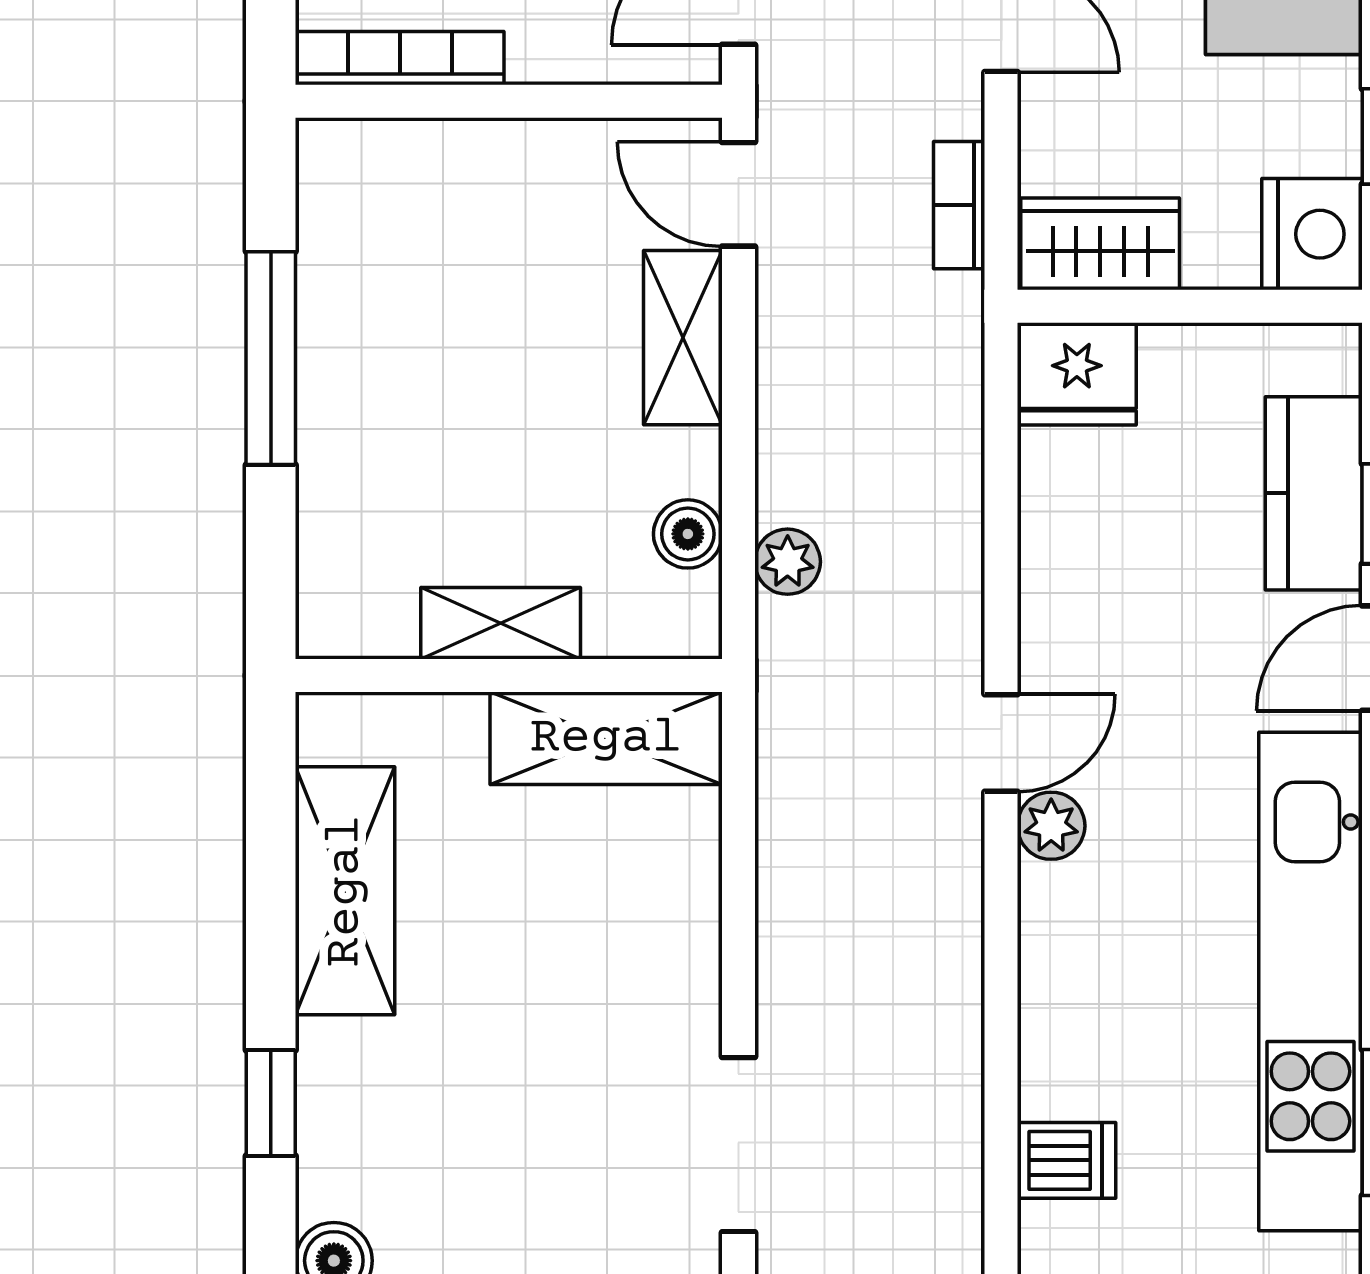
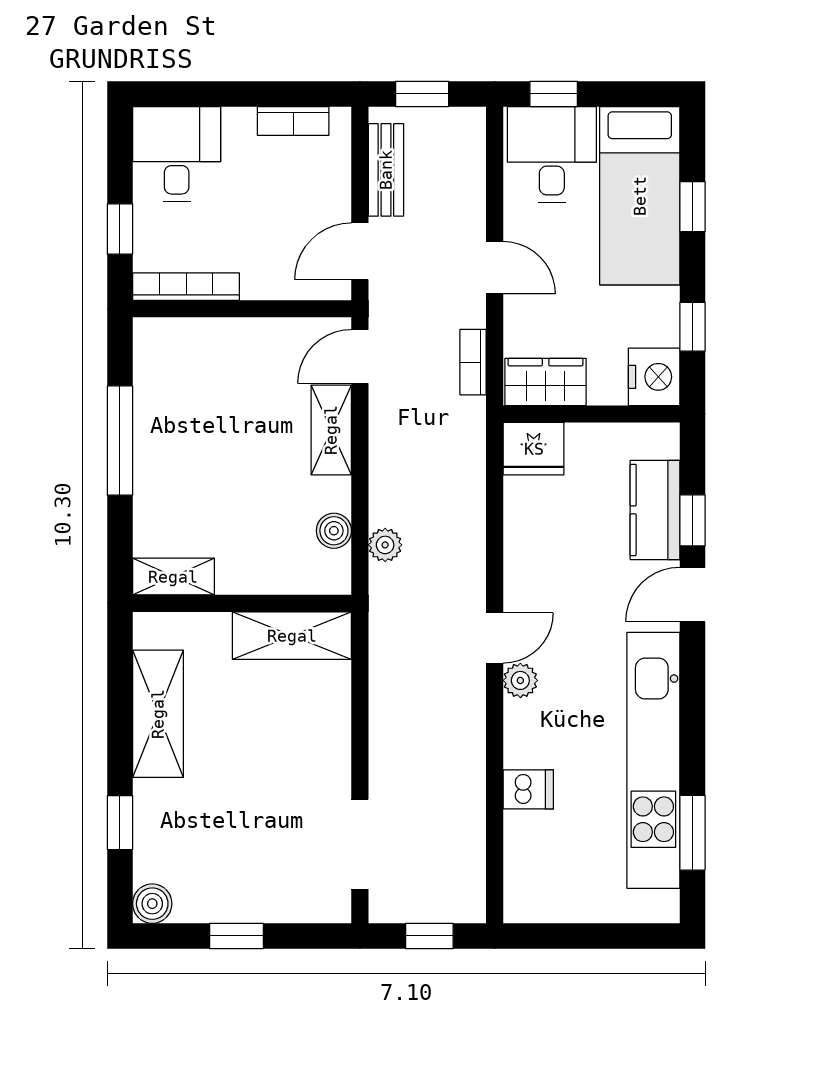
door: (738, 194) -> (360, 356), hinge flipped
shelving: (501, 623) -> (173, 577), moved
dishwasher: (1067, 1160) -> (528, 789), moved

